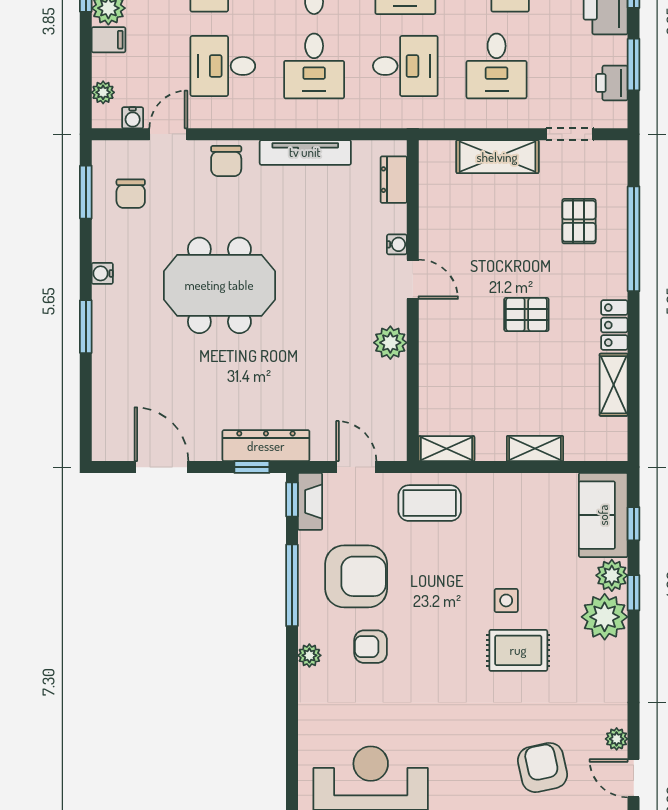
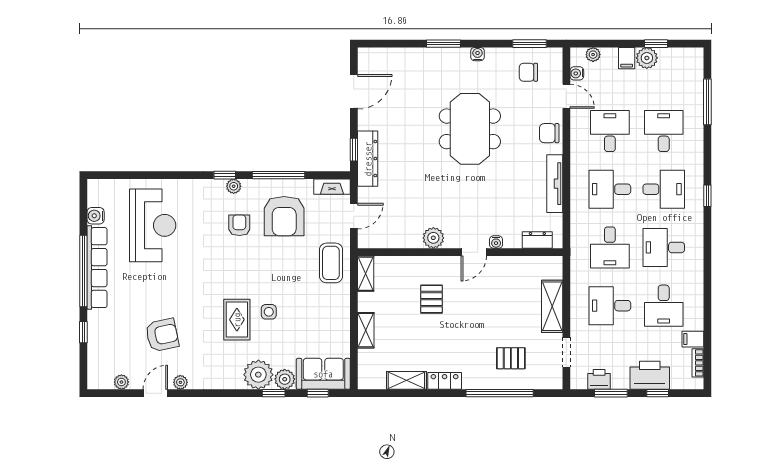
pallet: (526, 314) -> (431, 299), moved
window: (292, 499) -> (225, 175), moved

